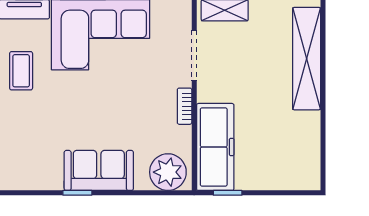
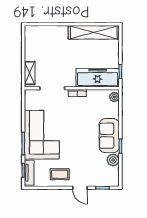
shelving: (307, 59) -> (94, 32), moved
plant: (168, 172) -> (114, 97), width x0.53, depth x0.53
plant: (50, 178) -> (113, 160), added

